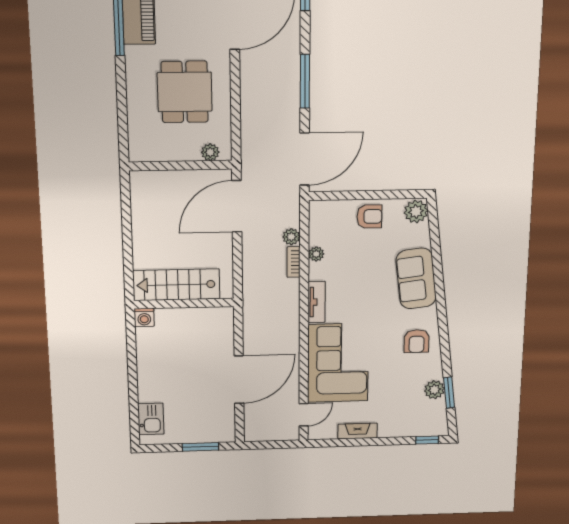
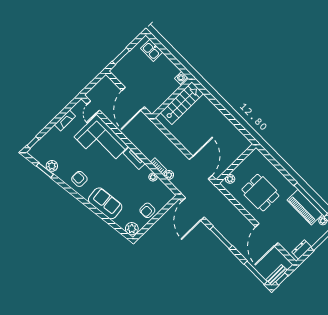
stairs: (176, 285) -> (182, 103), moved
wall: (184, 304) -> (172, 98), moved
washing machine: (144, 317) -> (182, 78), moved

